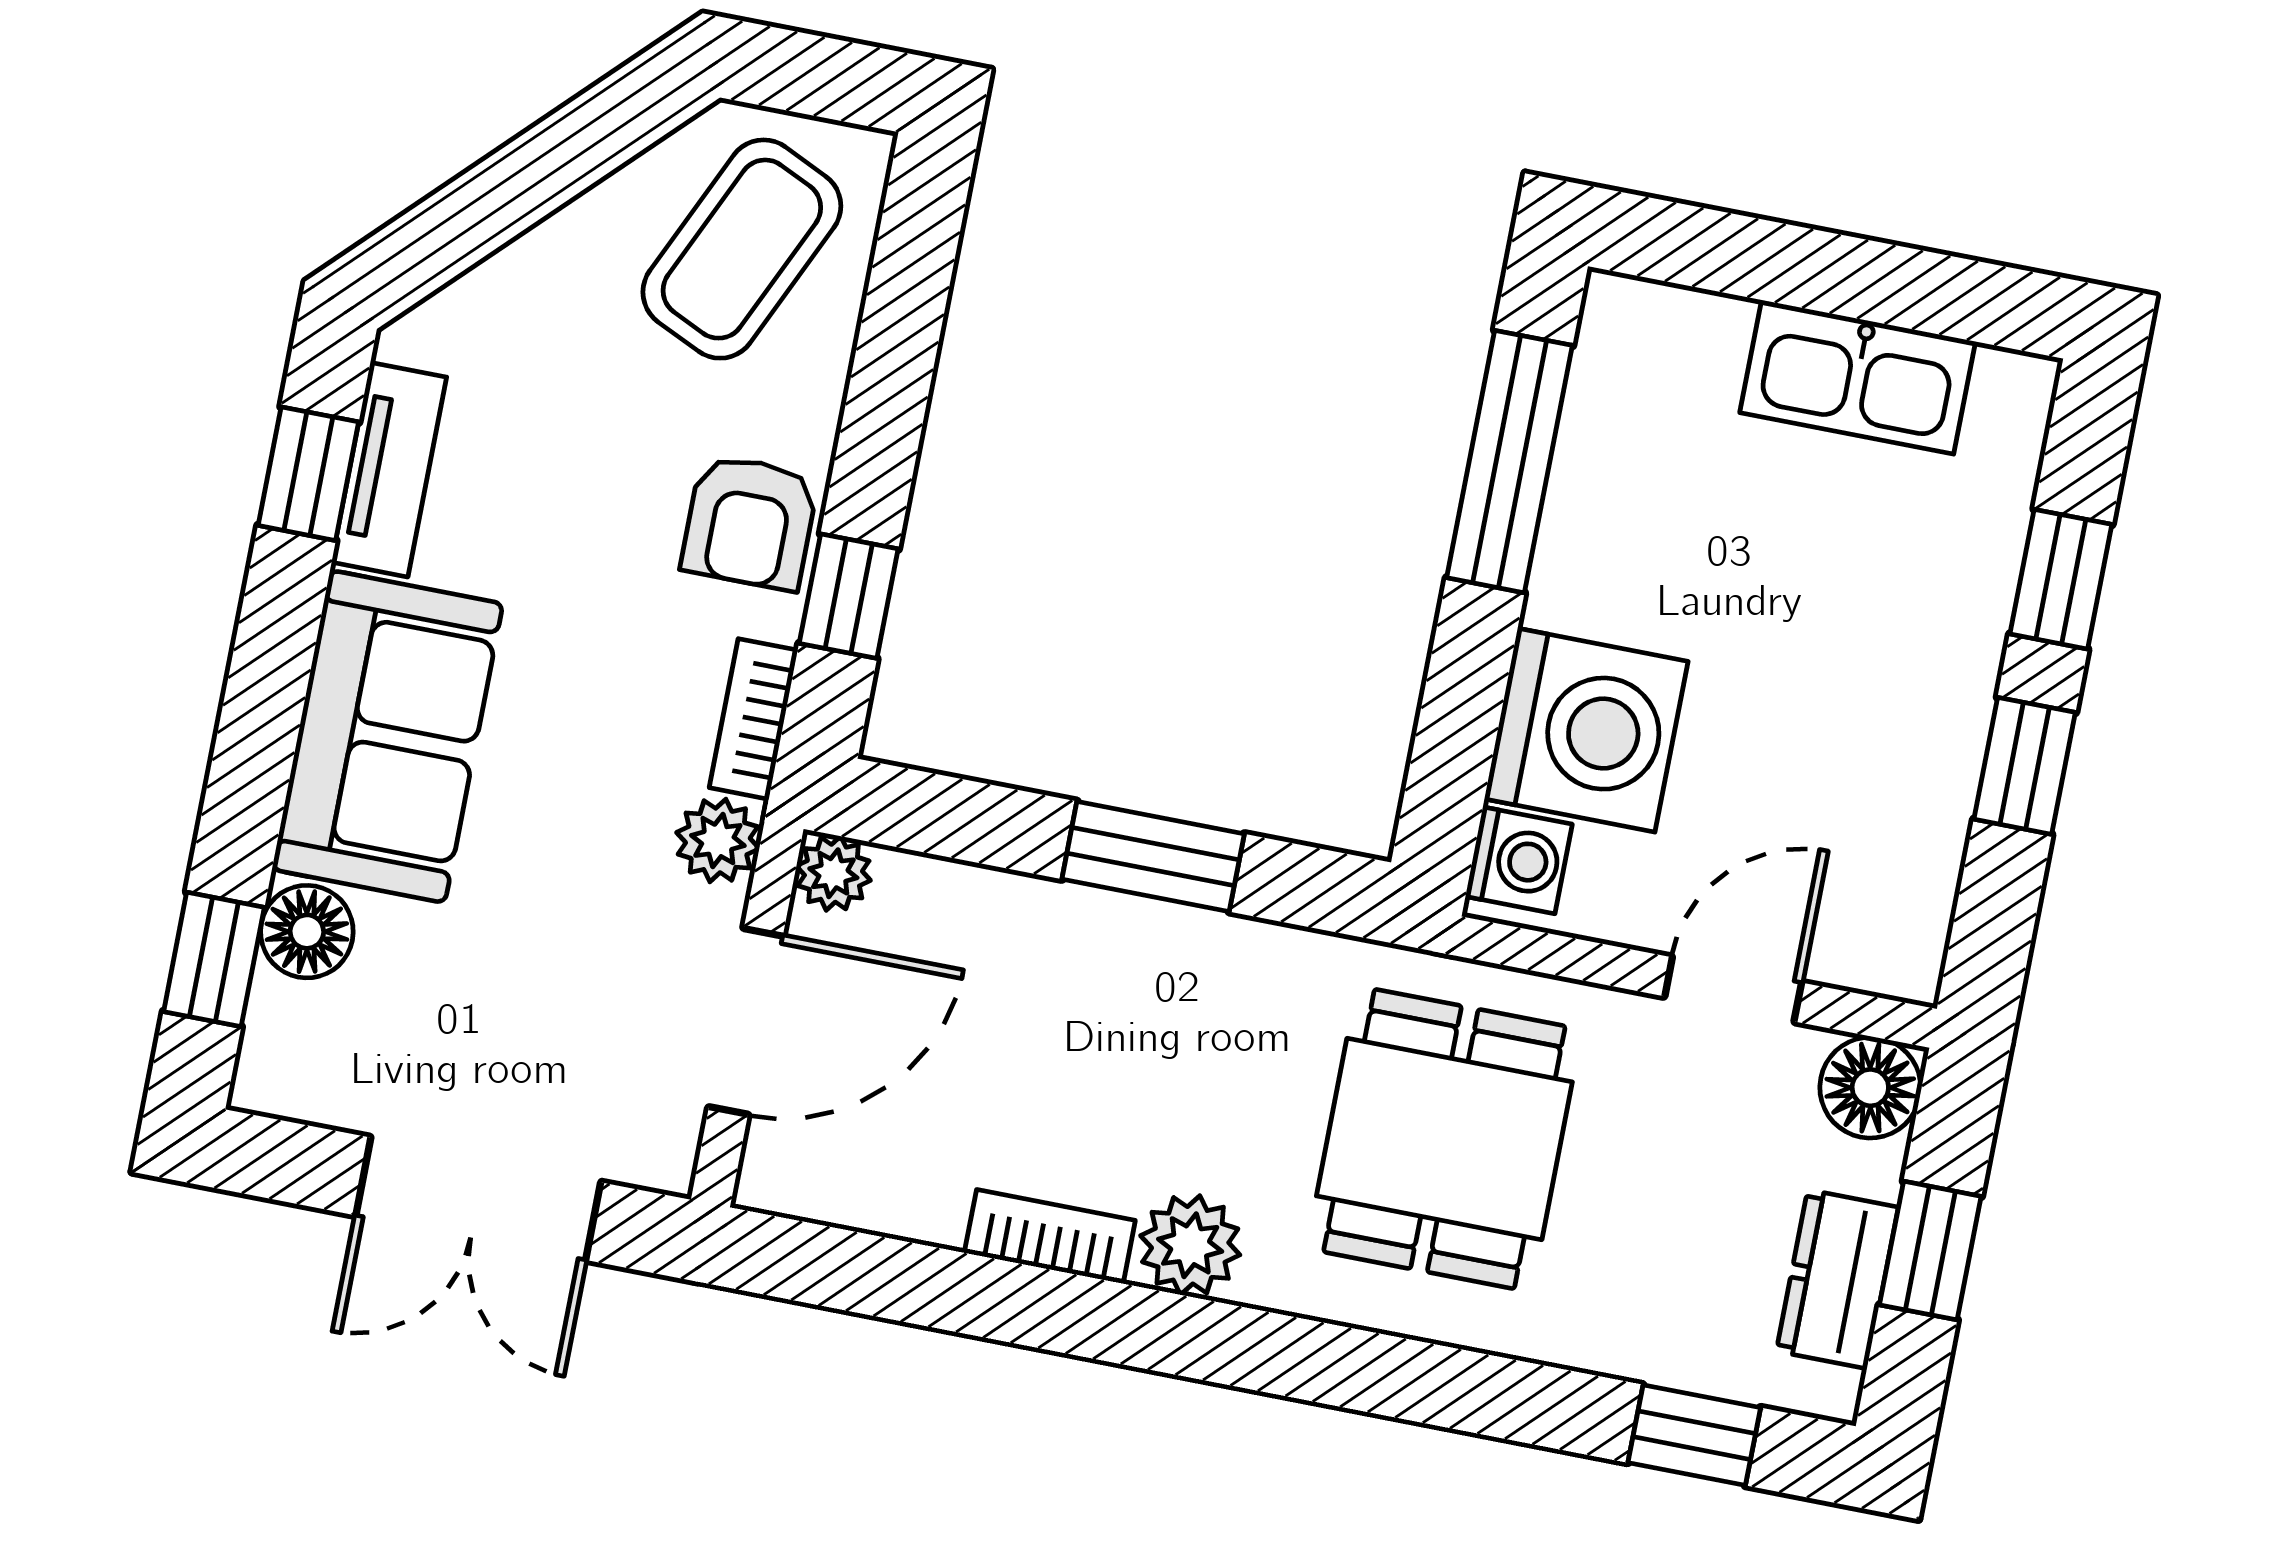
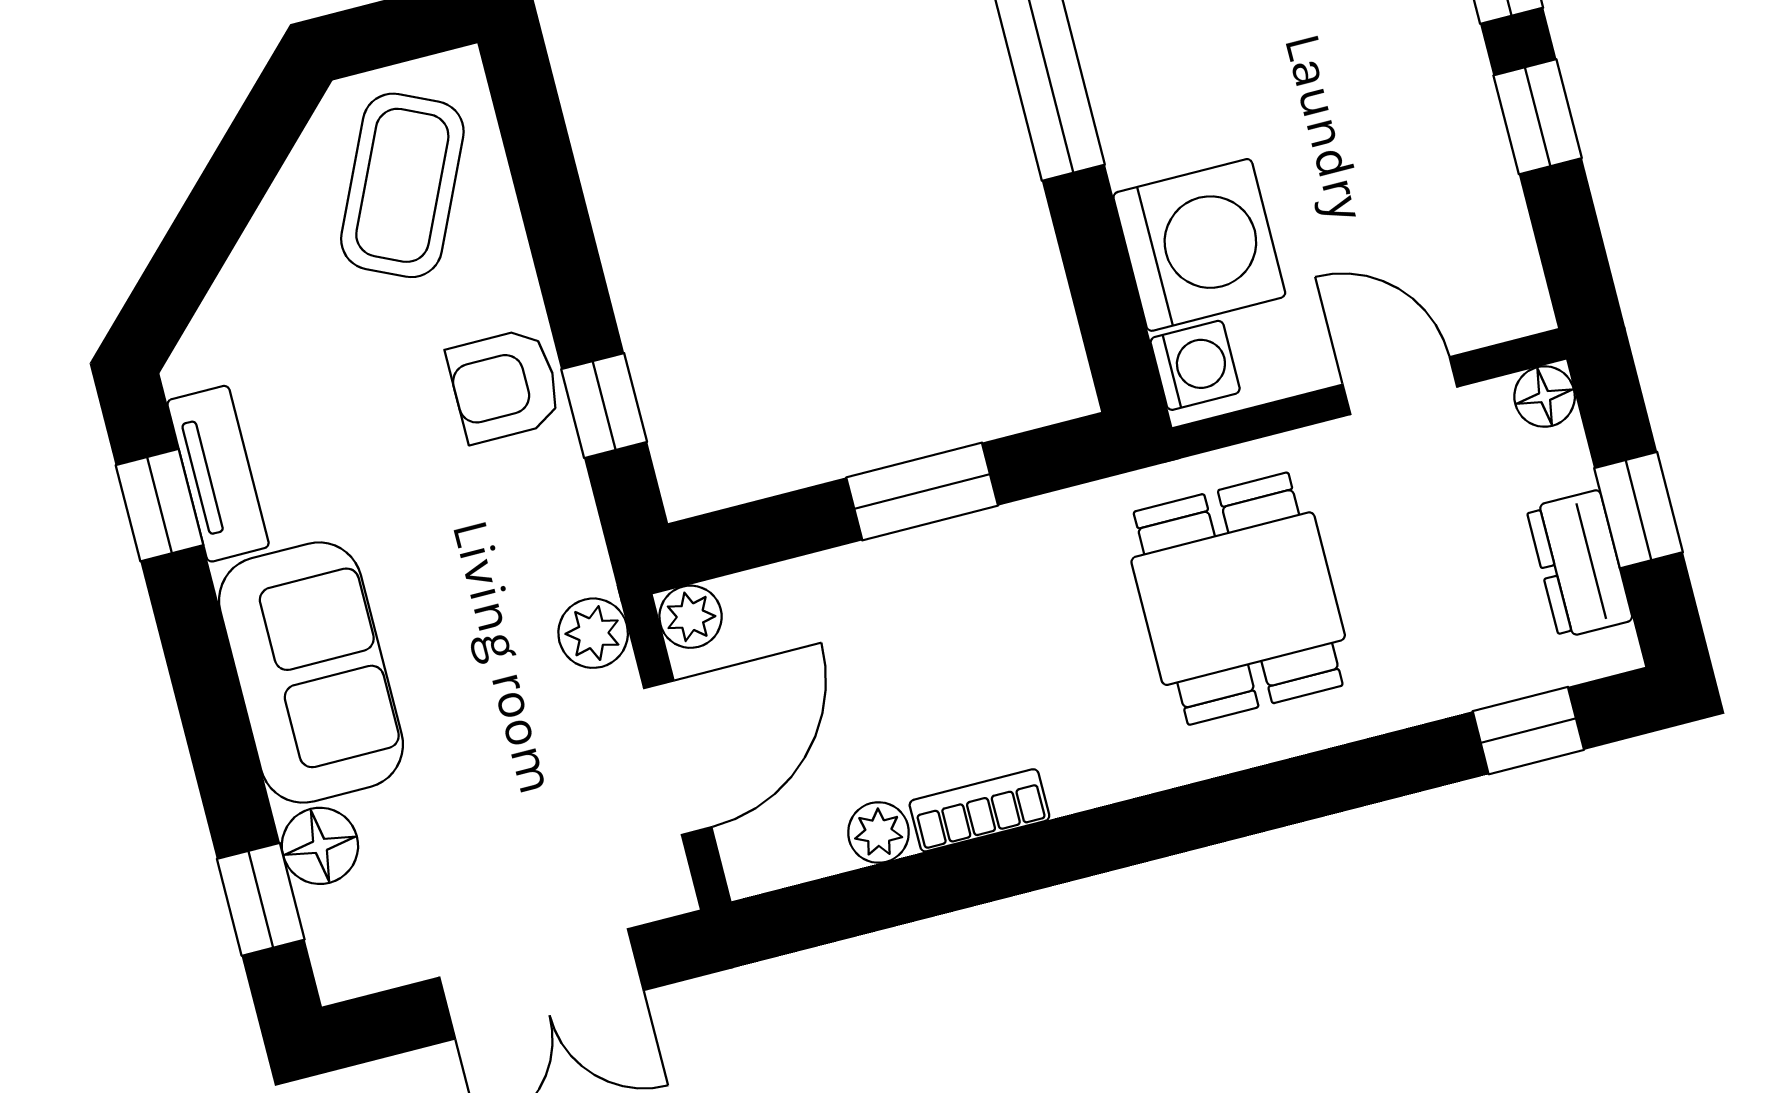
armchair: (750, 522) -> (505, 385), turned 90
bookcase: (754, 719) -> (577, 530), removed
door: (1733, 989) -> (1400, 386), hinge flipped
floor lamp: (1870, 1088) -> (1545, 397), width x0.73, depth x0.73
plant: (1190, 1245) -> (879, 832), moved, width x0.73, depth x0.73

